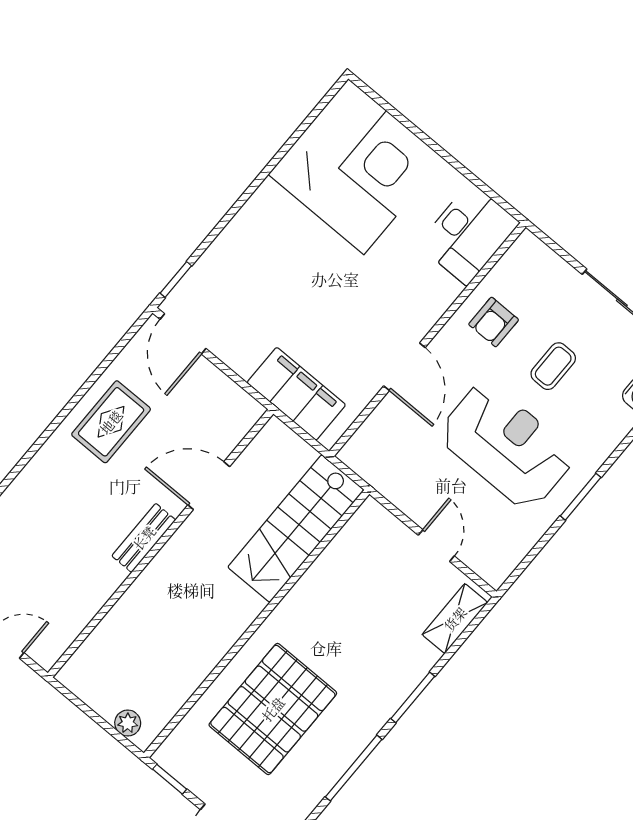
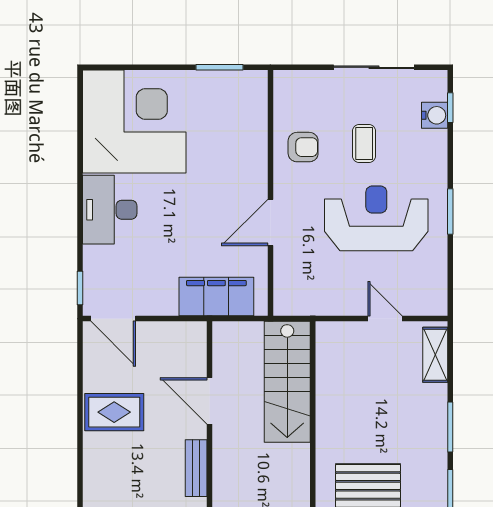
window: (478, 183) -> (220, 67), added
desk: (469, 234) -> (110, 210), moved, turned 180
armchair: (494, 322) -> (303, 147), turned -90
door: (404, 367) -> (270, 222), swing flipped
rug: (111, 422) -> (114, 412), turned 90
door: (209, 486) -> (210, 401), hinge flipped

